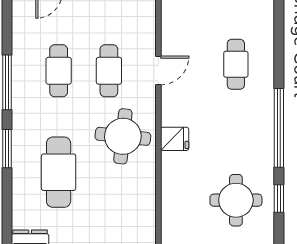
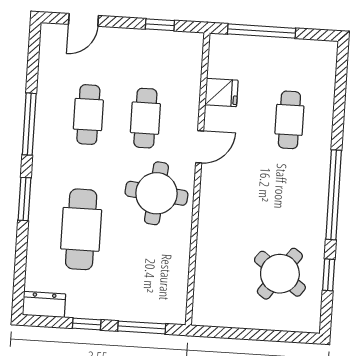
door: (158, 71) -> (200, 147), moved
fridge: (175, 139) -> (221, 92), moved
round table: (236, 200) -> (280, 274), turned 36

